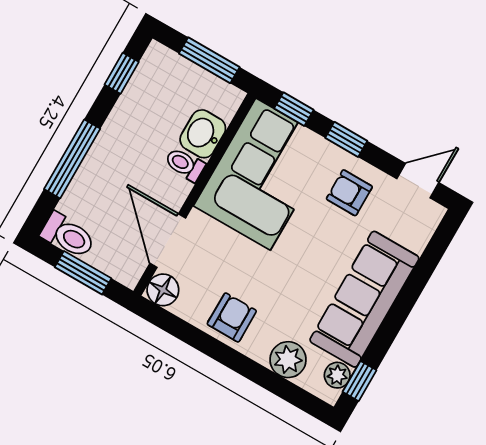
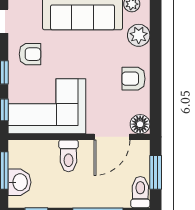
washbasin: (203, 134) -> (19, 182), moved, turned -90
toilet: (185, 165) -> (68, 156), width x1.37, depth x1.39
armchair: (349, 193) -> (30, 54), turned -90

